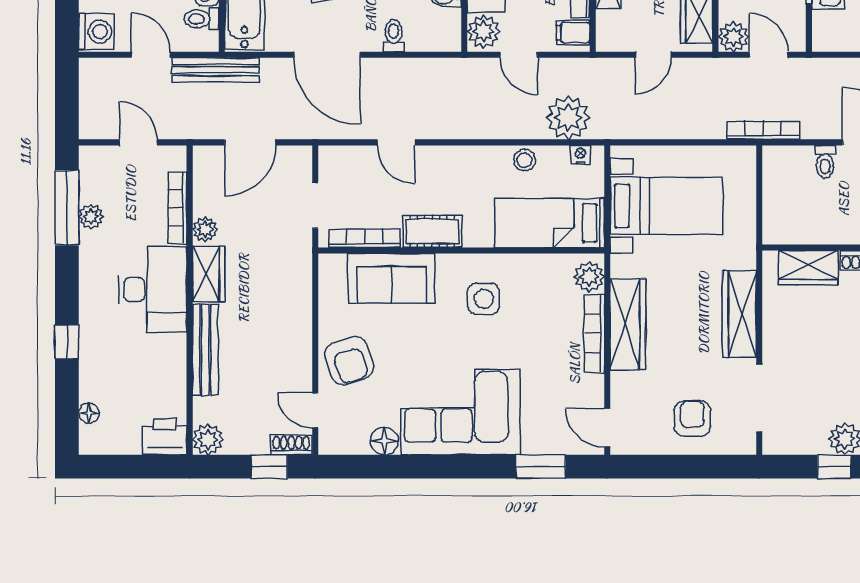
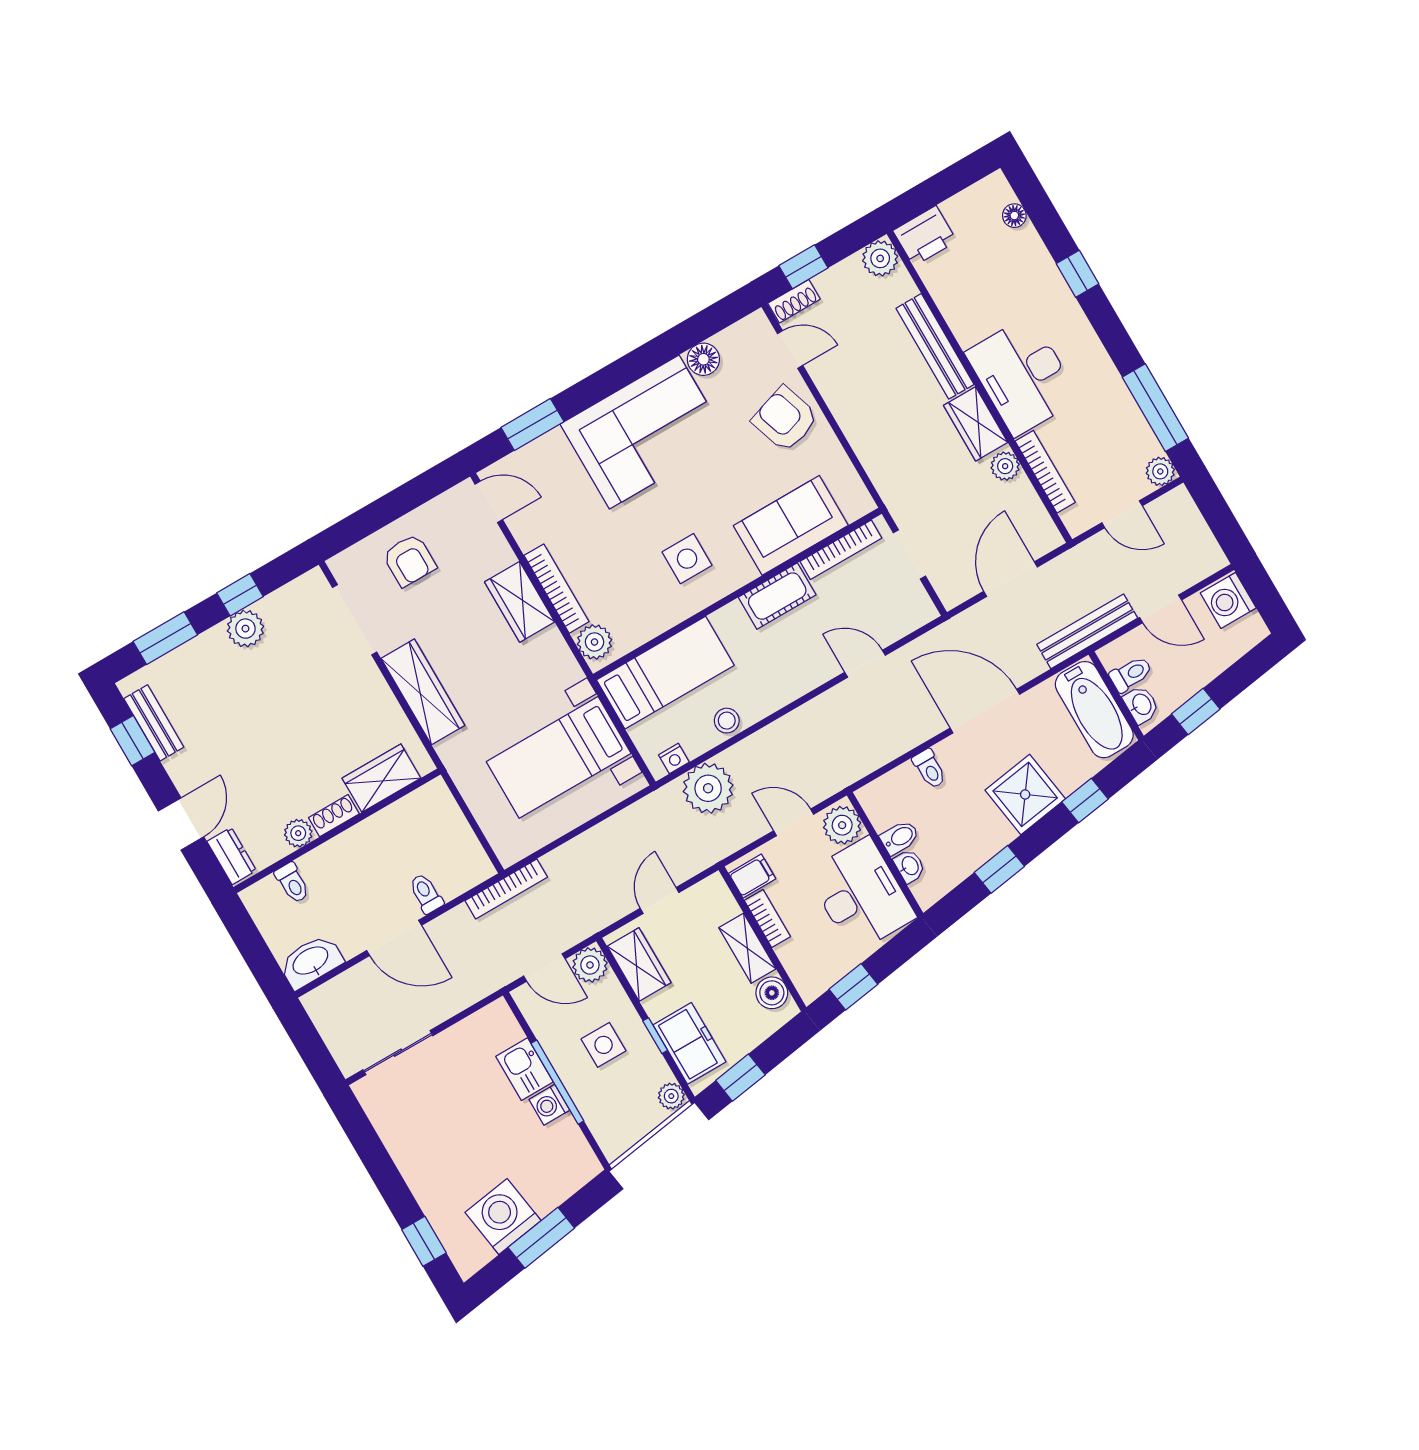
plant: (91, 216) -> (1160, 471), moved
wardrobe: (628, 324) -> (520, 602), width x0.67

